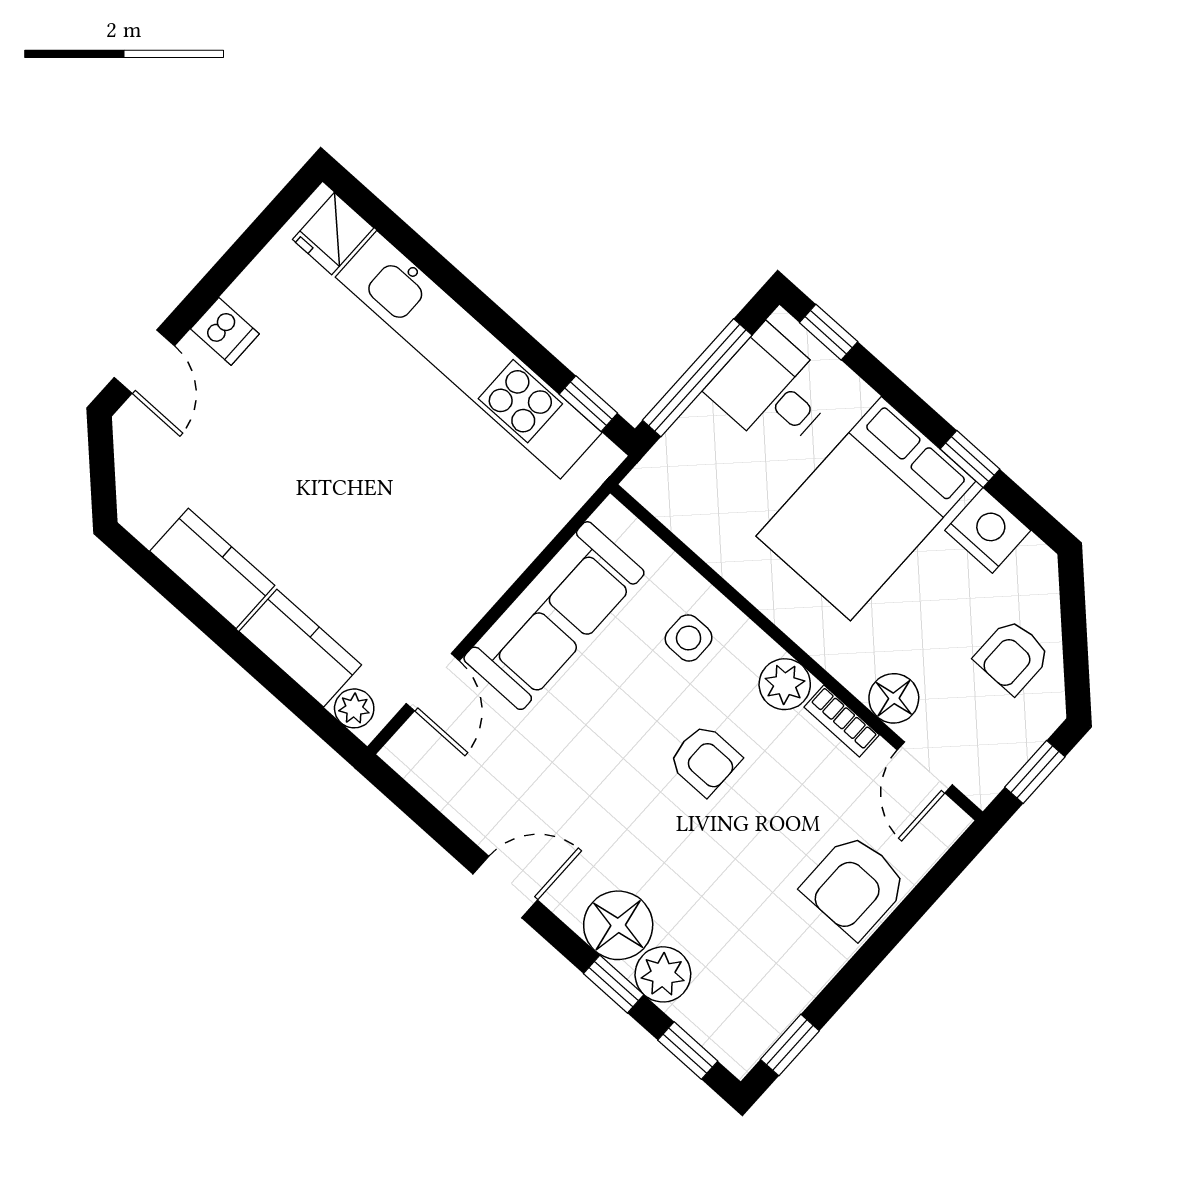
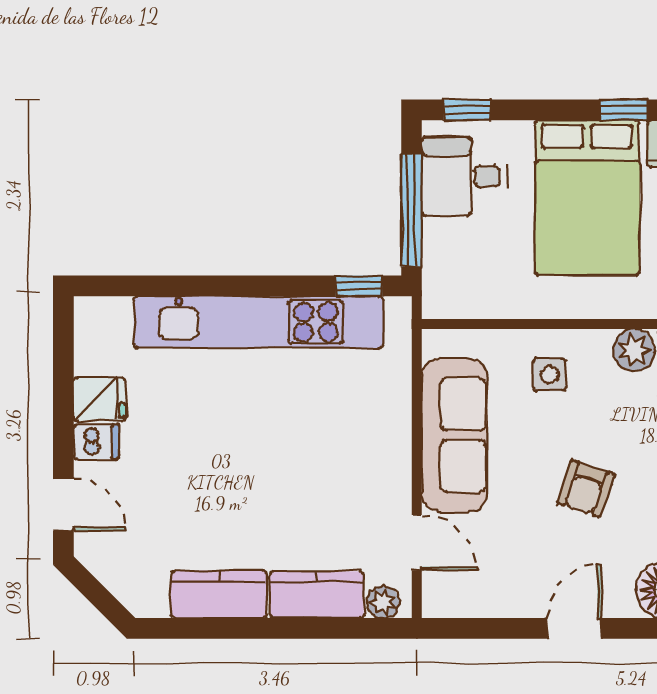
fridge: (333, 234) -> (100, 399), moved, turned -90
armchair: (705, 760) -> (586, 489), moved, turned 109

